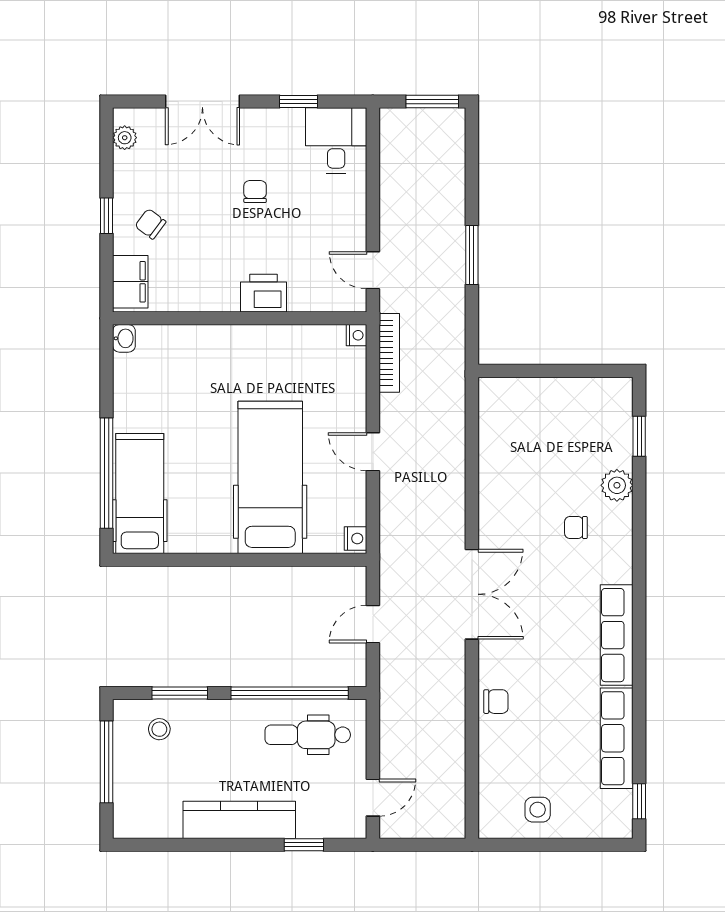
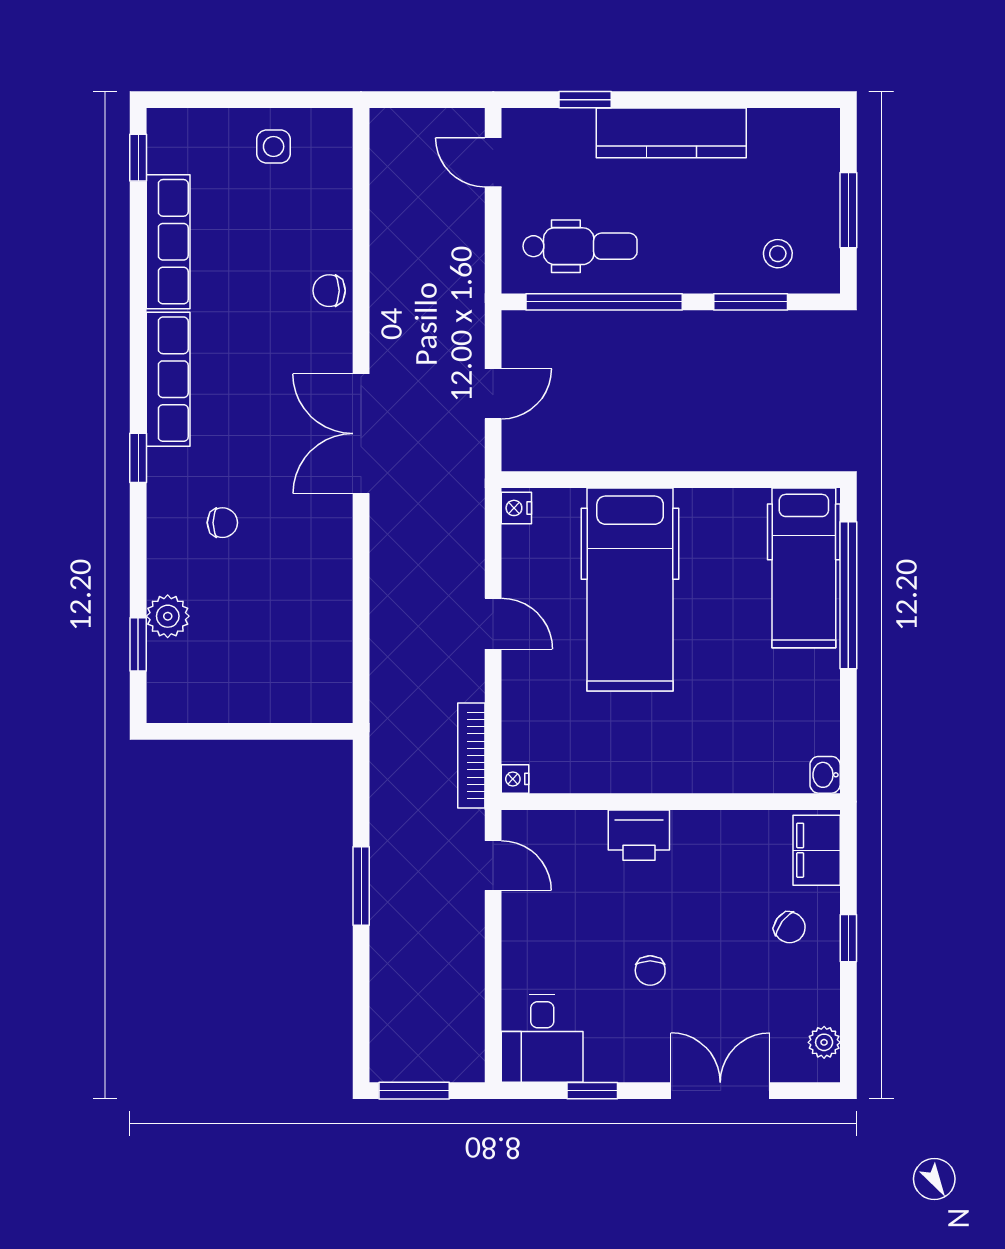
plant: (617, 485) -> (168, 616), moved
window: (639, 576) -> (138, 458), added
window: (106, 762) -> (848, 210), width x0.69
door: (373, 798) -> (493, 162), hinge flipped

